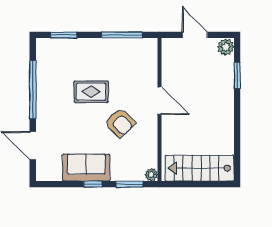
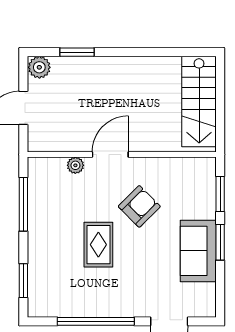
plant: (151, 175) -> (75, 165), moved
window: (93, 184) -> (220, 242), width x1.50

